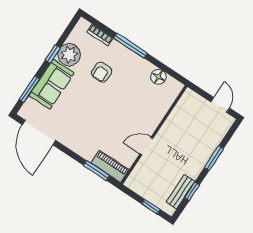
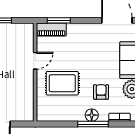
floor lamp: (158, 77) -> (92, 115), moved
rug: (134, 106) -> (62, 83), added

